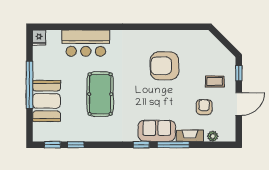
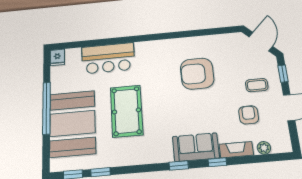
door: (224, 41) -> (261, 42), added
booth: (47, 101) -> (72, 123), width x1.36, depth x1.42
window: (173, 145) -> (217, 162), width x0.46

